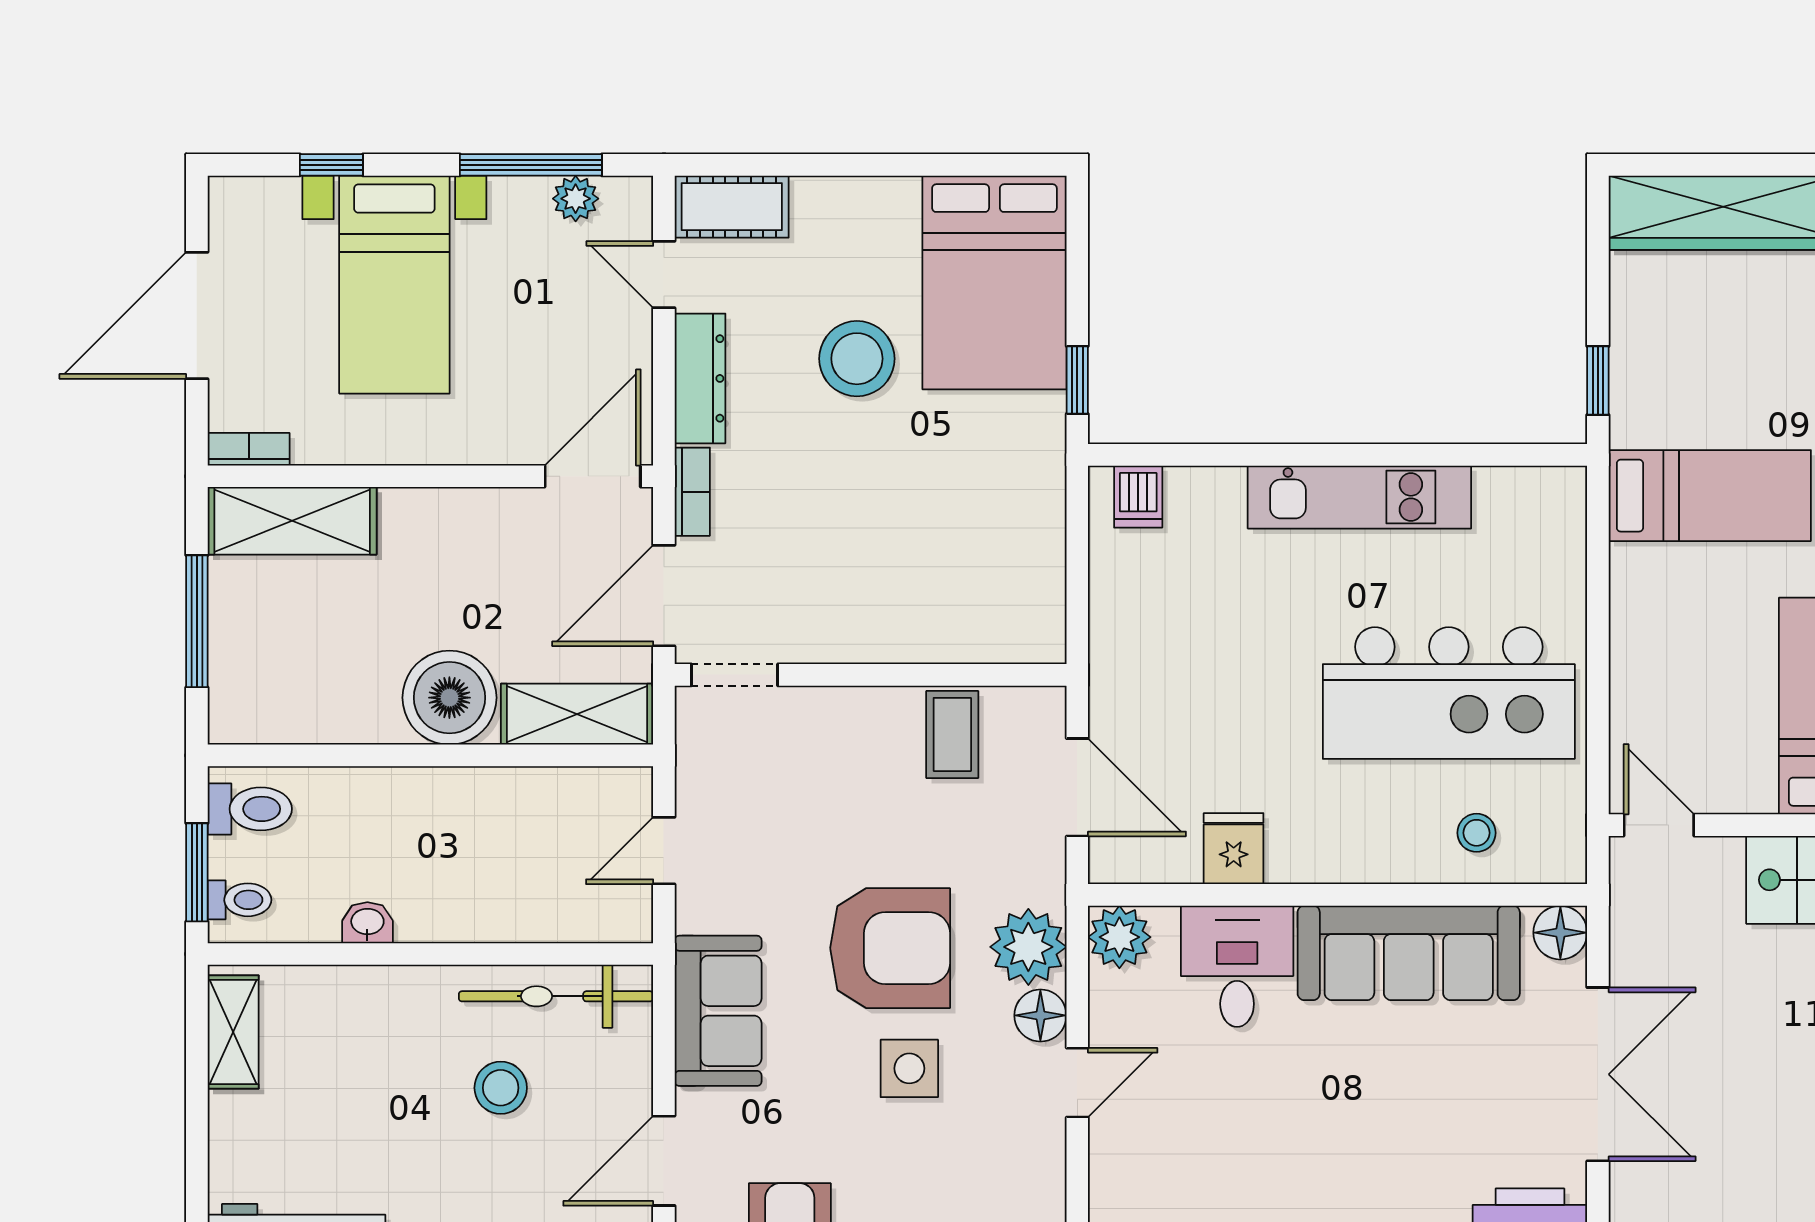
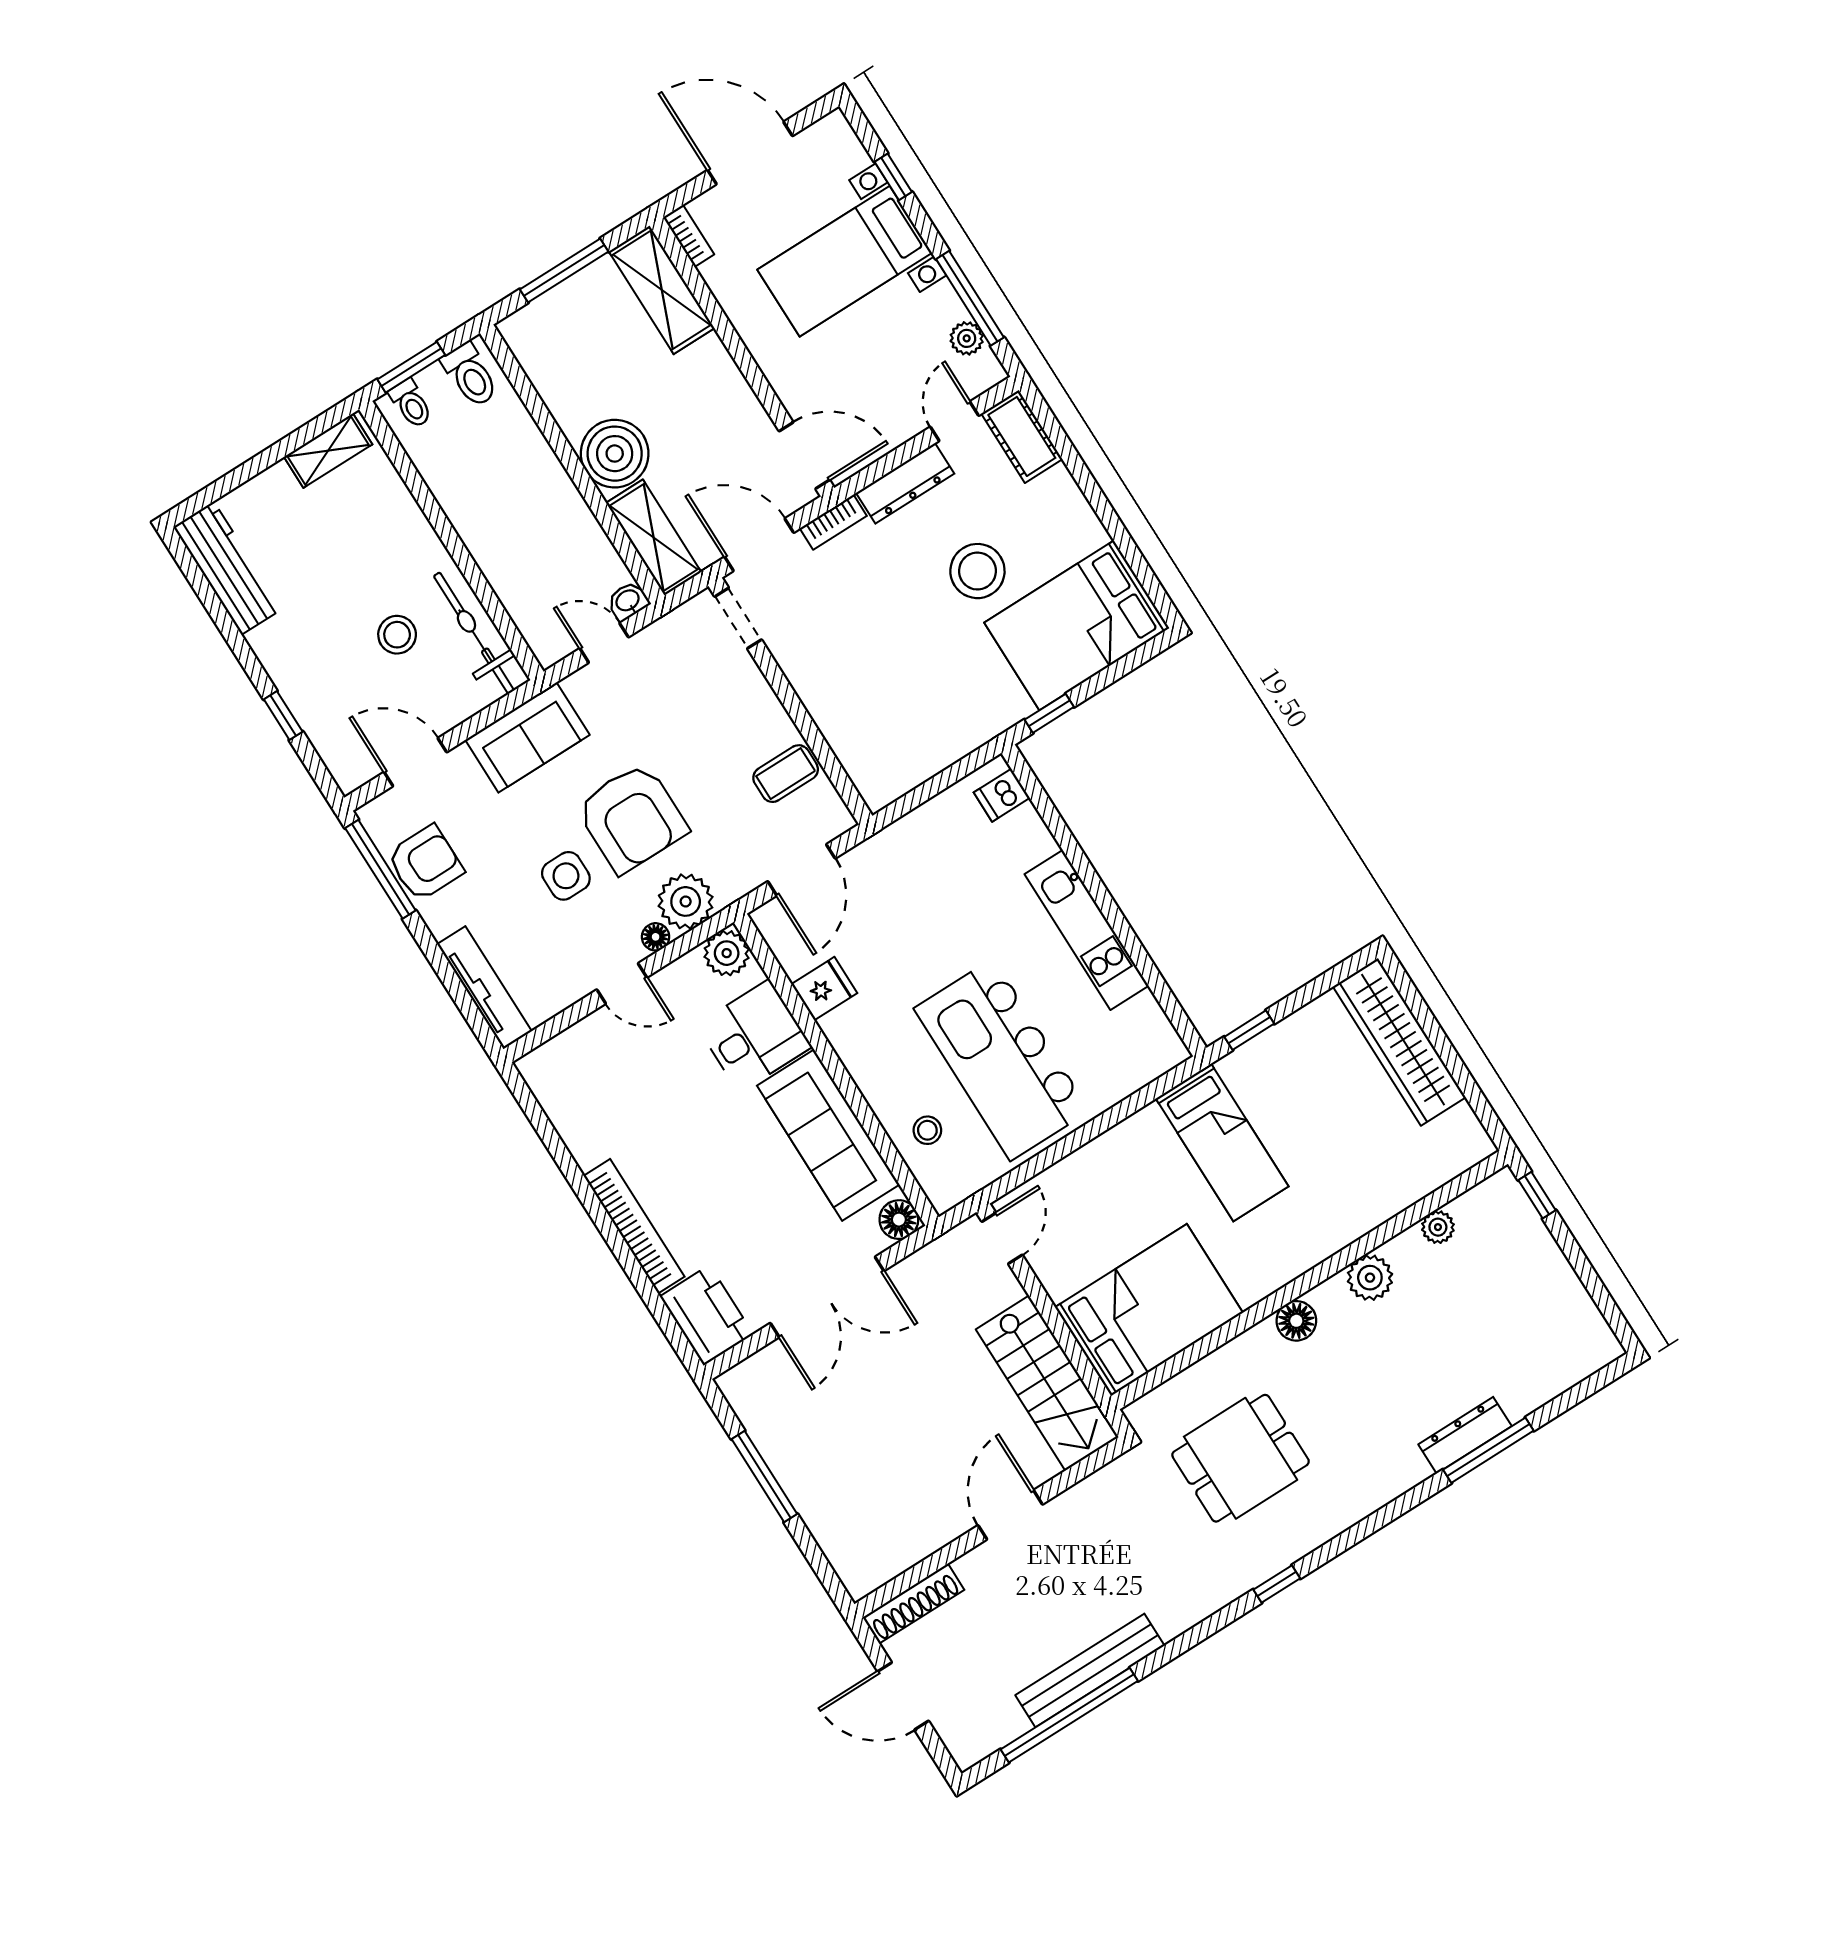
washbasin: (367, 923) -> (628, 601), moved, turned -90
floor lamp: (1040, 1015) -> (656, 937), width x0.73, depth x0.73

